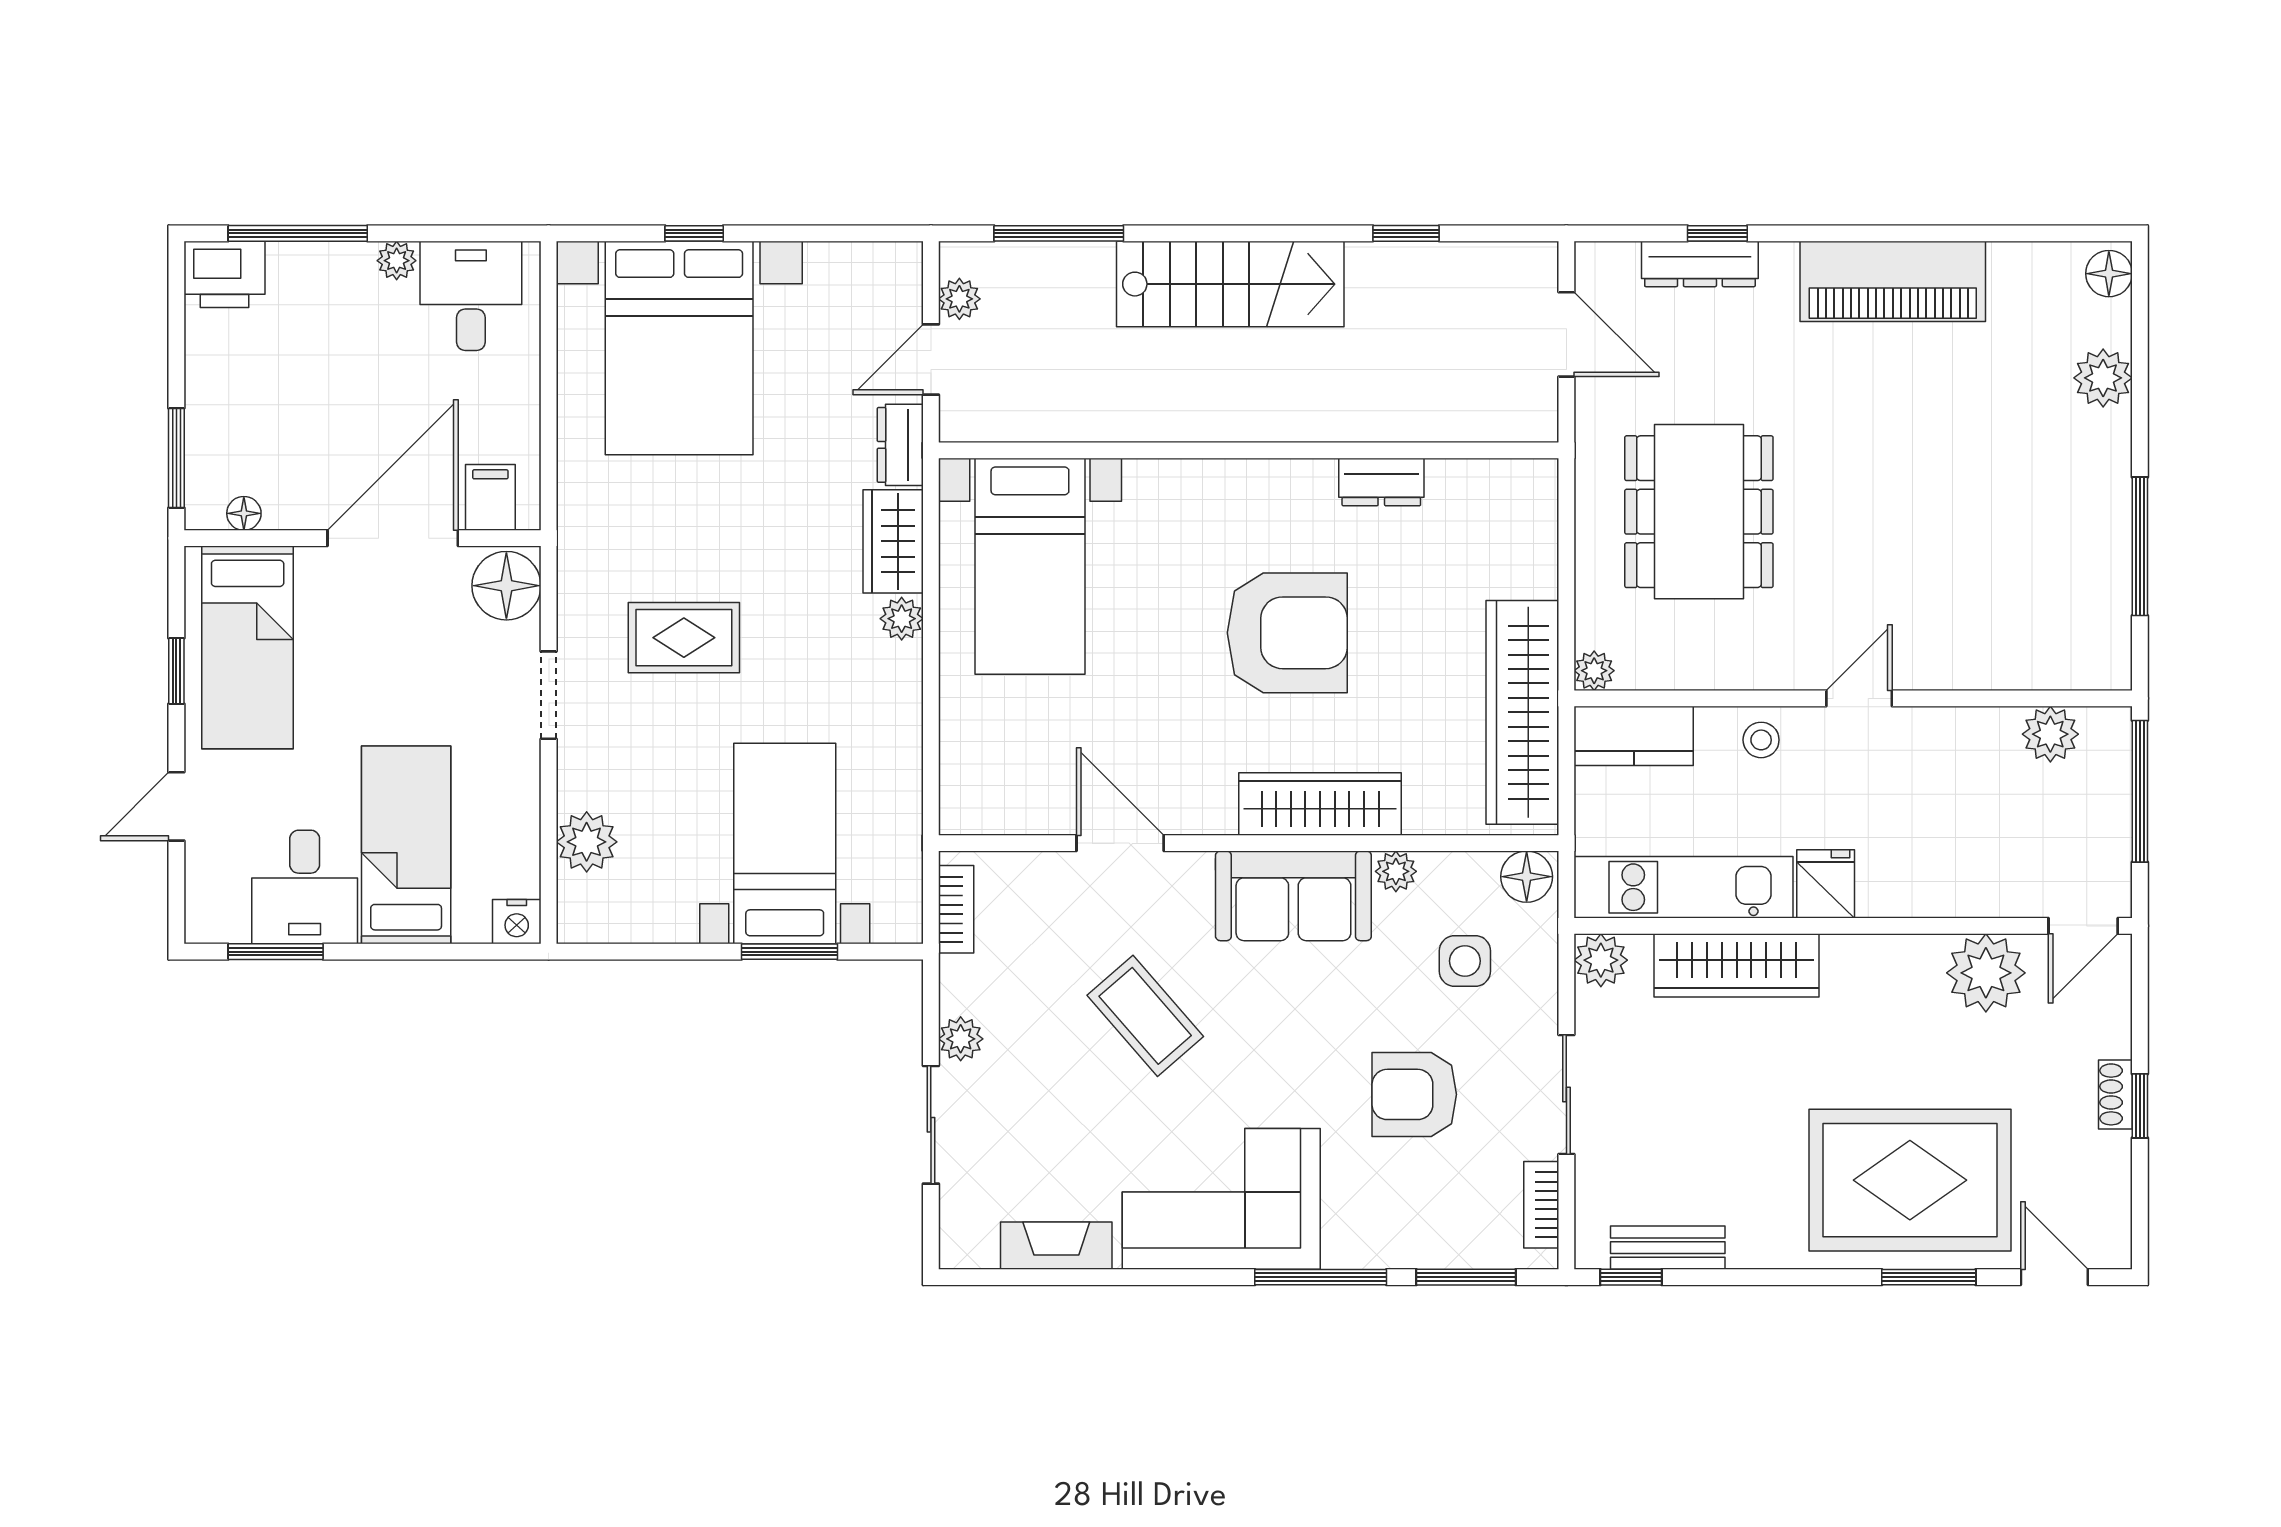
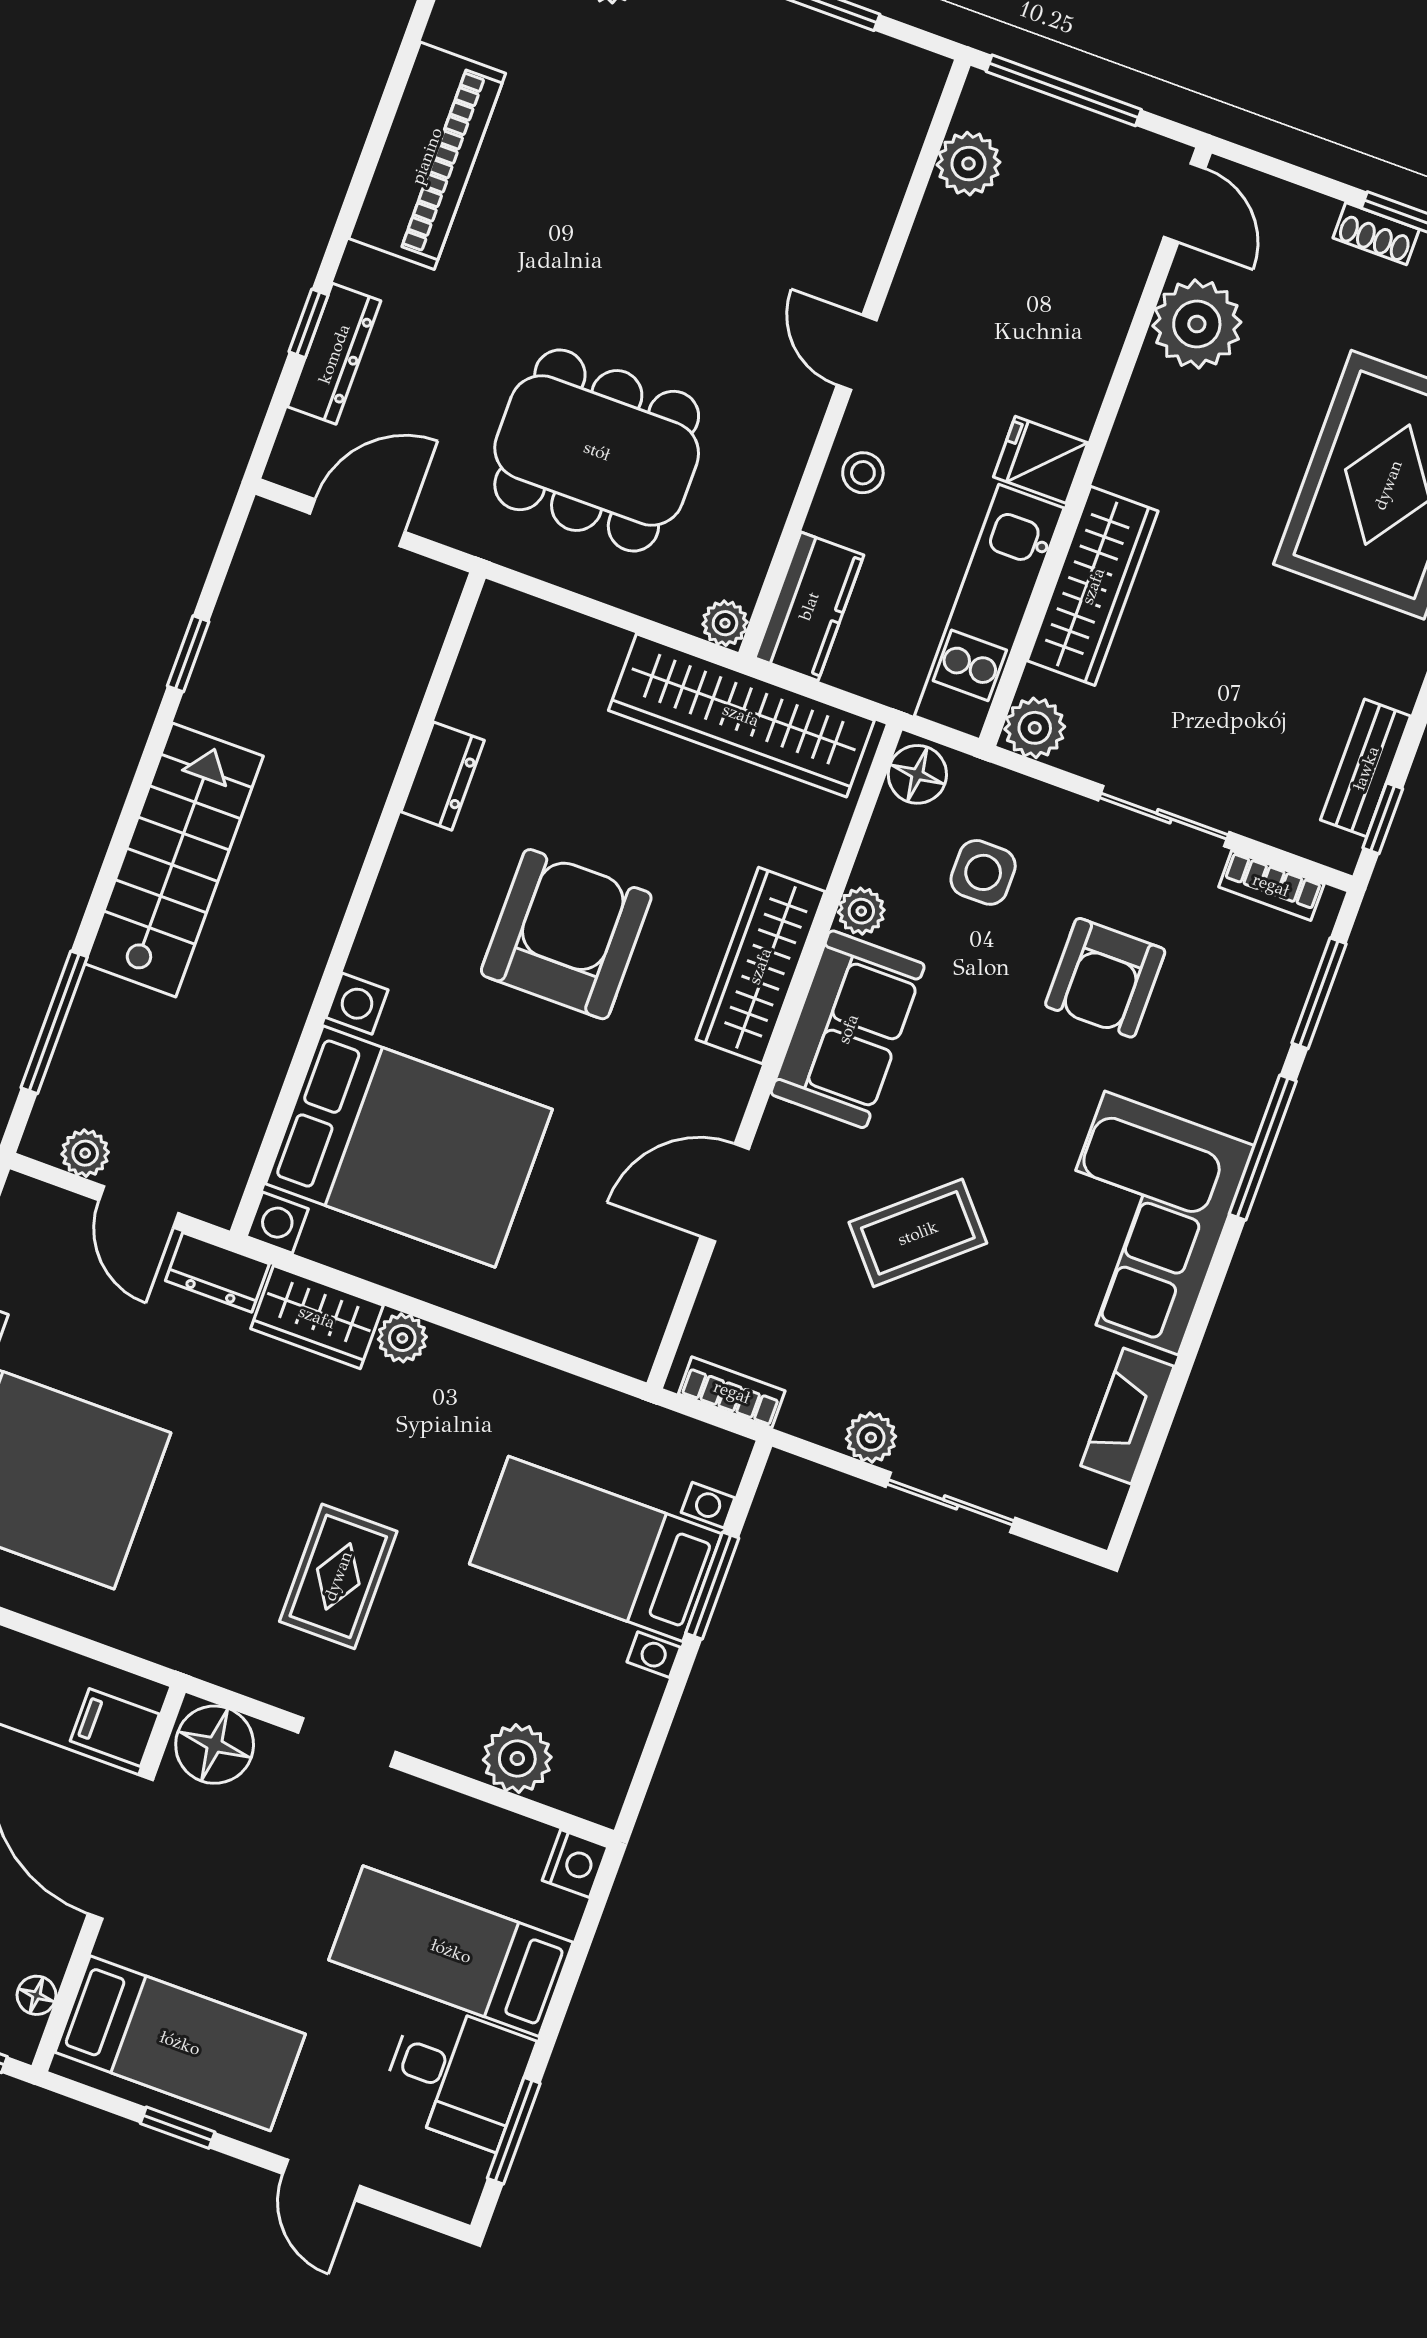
bed with nightstands: (1030, 566) -> (409, 1147), width x1.36

